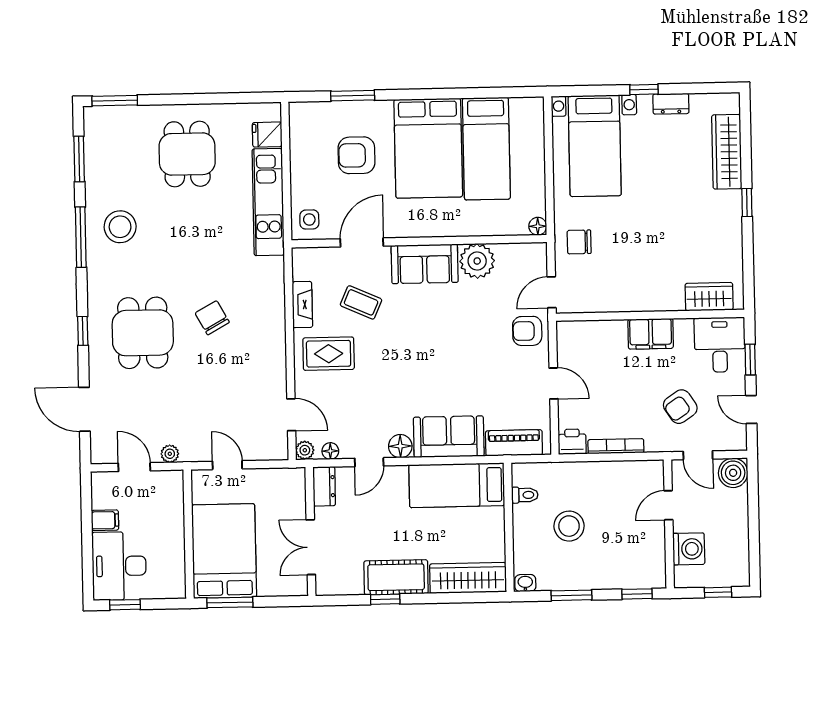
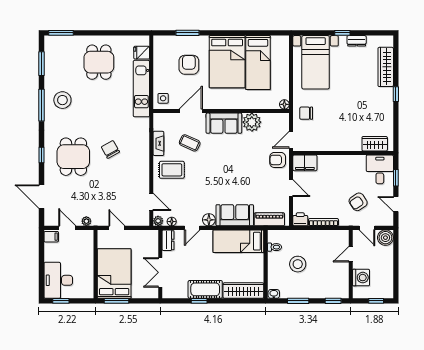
armchair: (357, 155) -> (189, 65), turned 90
filing cabinet: (651, 334) -> (305, 163), moved
filing cabinet: (105, 520) -> (51, 237), moved

